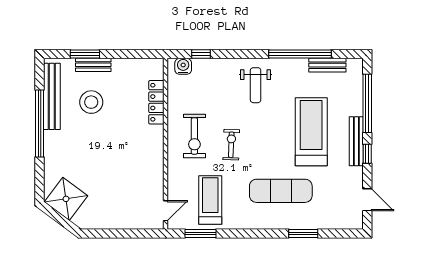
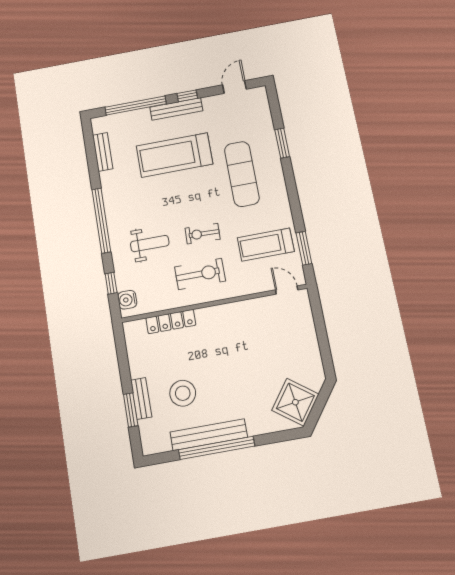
window: (300, 54) -> (101, 220), moved
weight bench: (256, 85) -> (150, 244), moved
bench: (52, 96) -> (209, 435), moved

